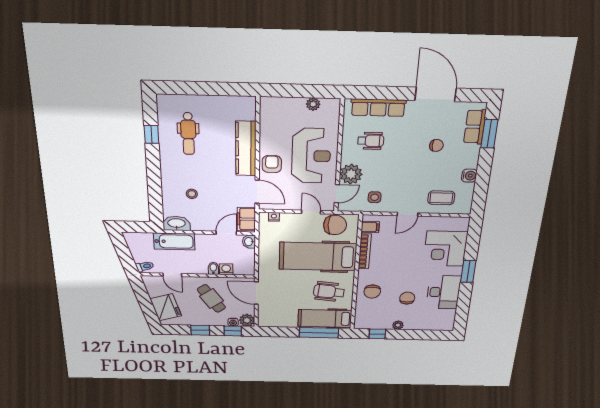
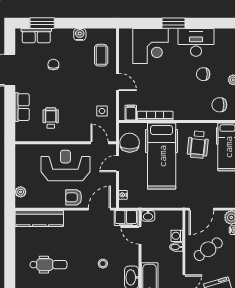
plant: (313, 104) -> (21, 192), moved
row of seats: (378, 108) -> (22, 107), width x0.68
kitchen counter: (246, 149) -> (39, 219), moved
plant: (351, 174) -> (81, 132), removed
chair: (372, 292) -> (219, 105), moved, turned 180

